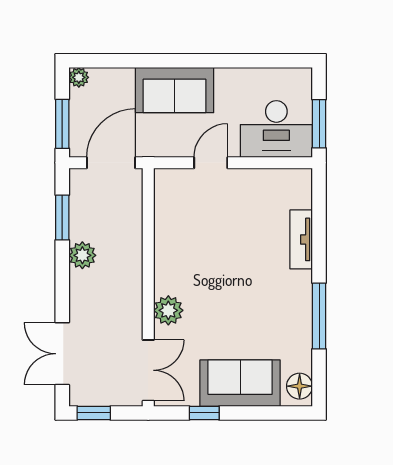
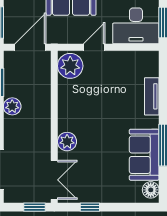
plant: (173, 192) -> (70, 66), added
sofa: (240, 383) -> (144, 155), moved, turned -90
window: (94, 413) -> (35, 207), moved

